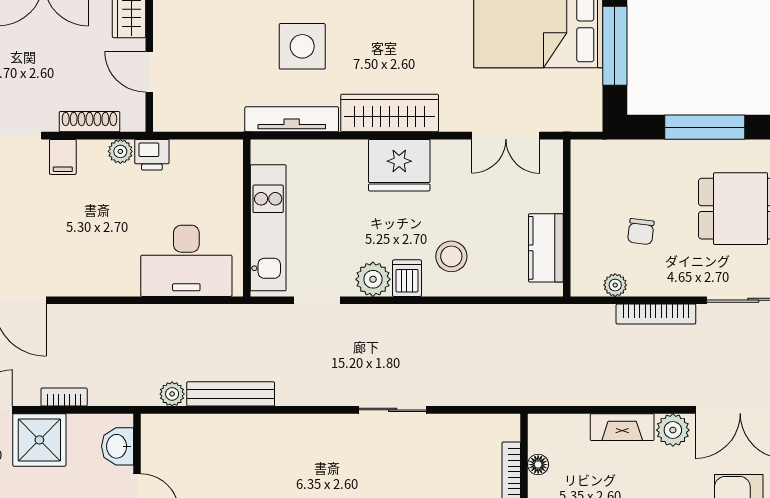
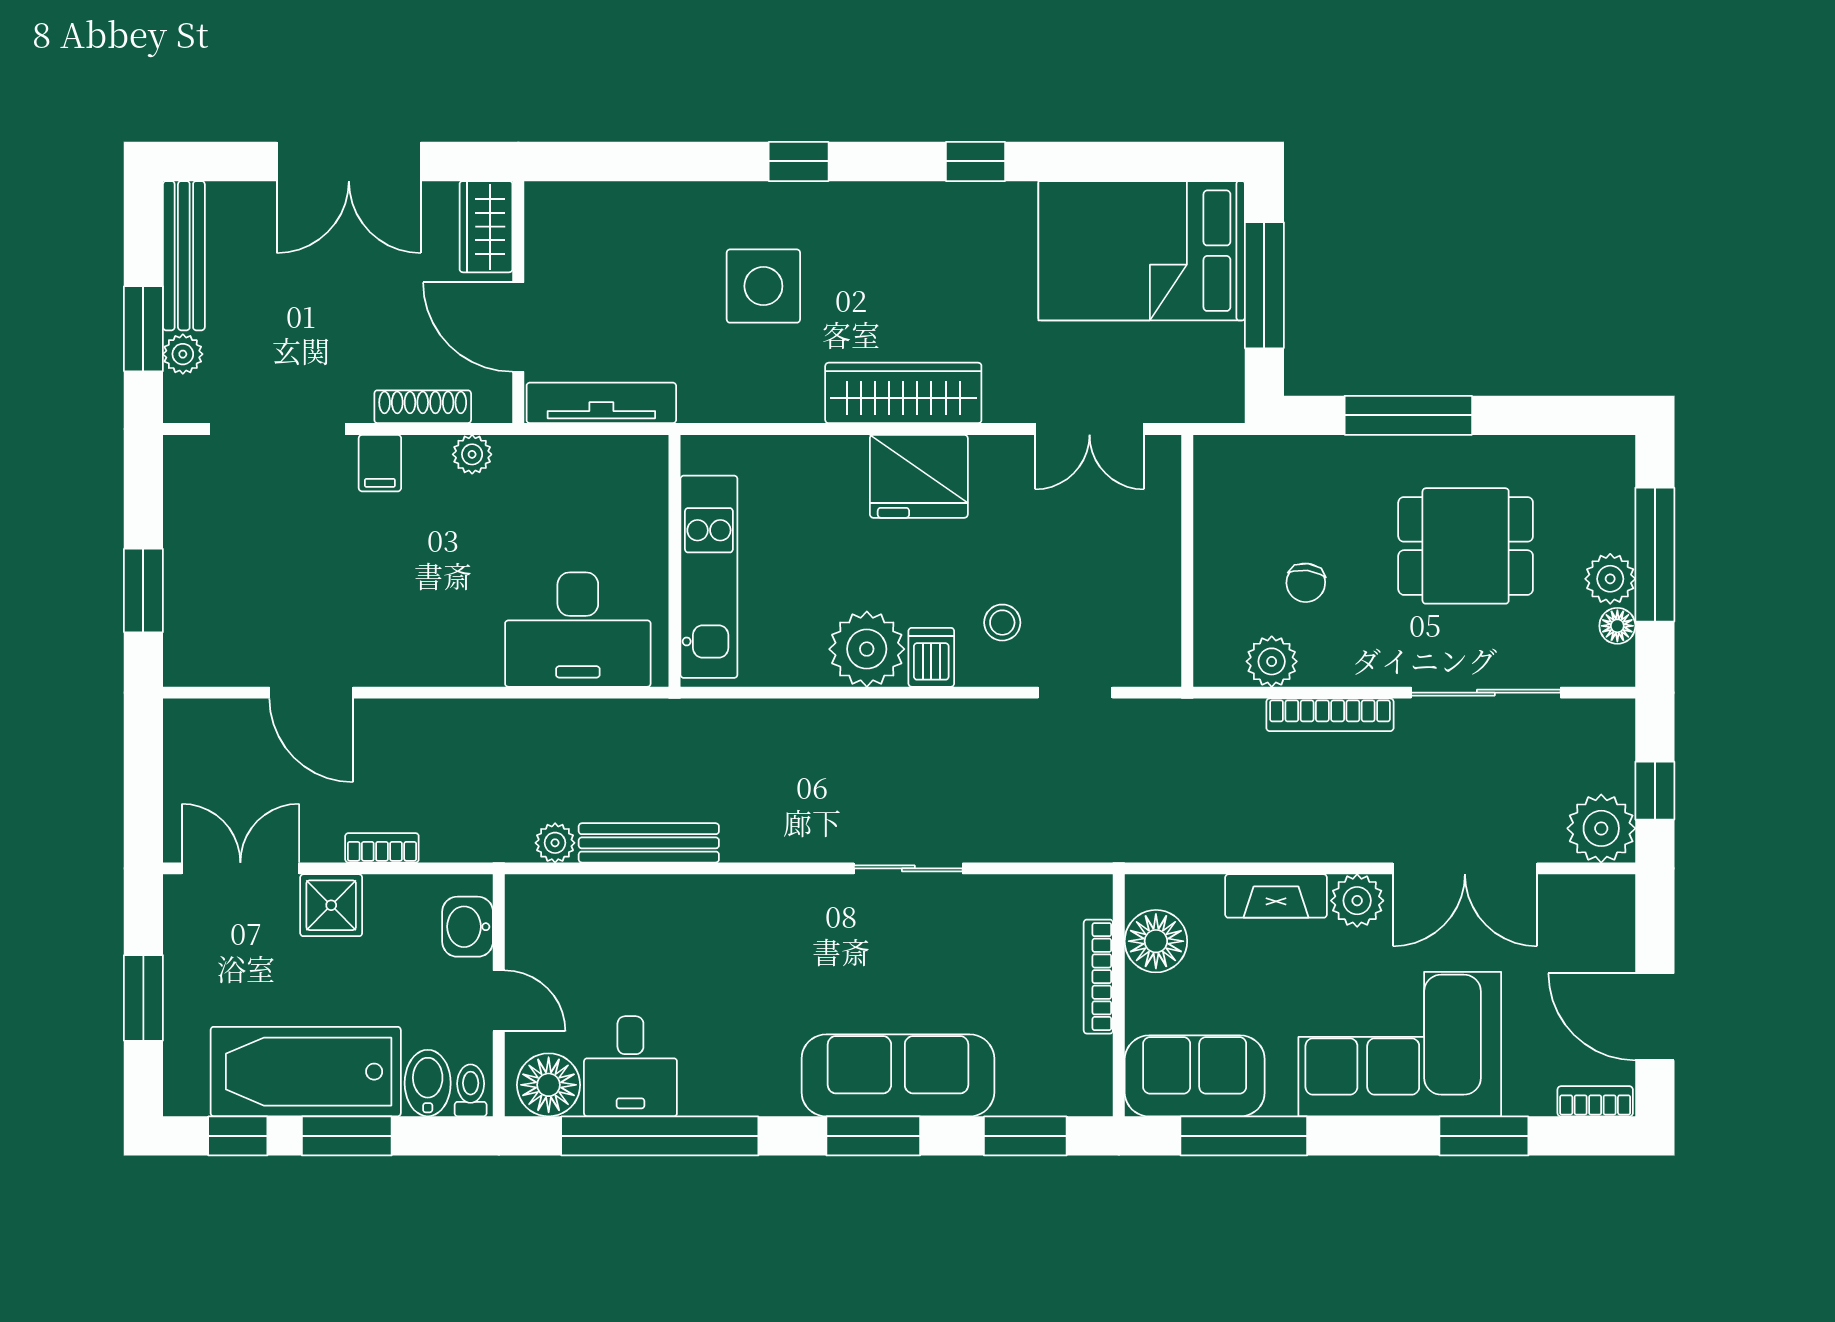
door: (149, 72) -> (518, 327), width x1.38
tv unit: (292, 119) -> (601, 403), moved
printer: (152, 155) -> (523, 460), removed
kitchen counter: (546, 248) -> (1154, 609), removed
stool: (451, 256) -> (1002, 623), width x0.73, depth x0.73
plant: (373, 279) -> (867, 649), width x1.36, depth x1.36
plant: (615, 285) -> (1272, 661), width x1.38, depth x1.38
doorway: (317, 300) -> (1075, 693), moved
shower: (39, 440) -> (331, 905), width x0.73, depth x0.73
floor lamp: (538, 465) -> (1156, 941), width x1.89, depth x1.89

